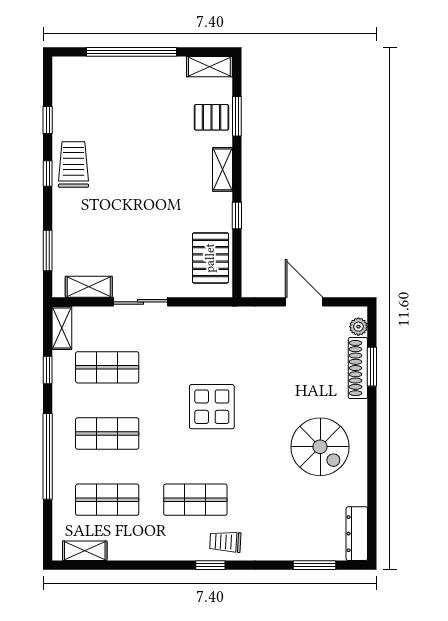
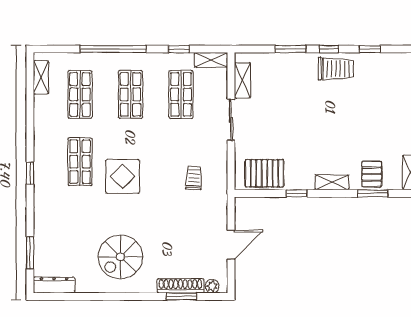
window: (48, 251) -> (290, 49), moved
display table: (212, 407) -> (123, 176), moved
trolley: (225, 542) -> (194, 178), moved

